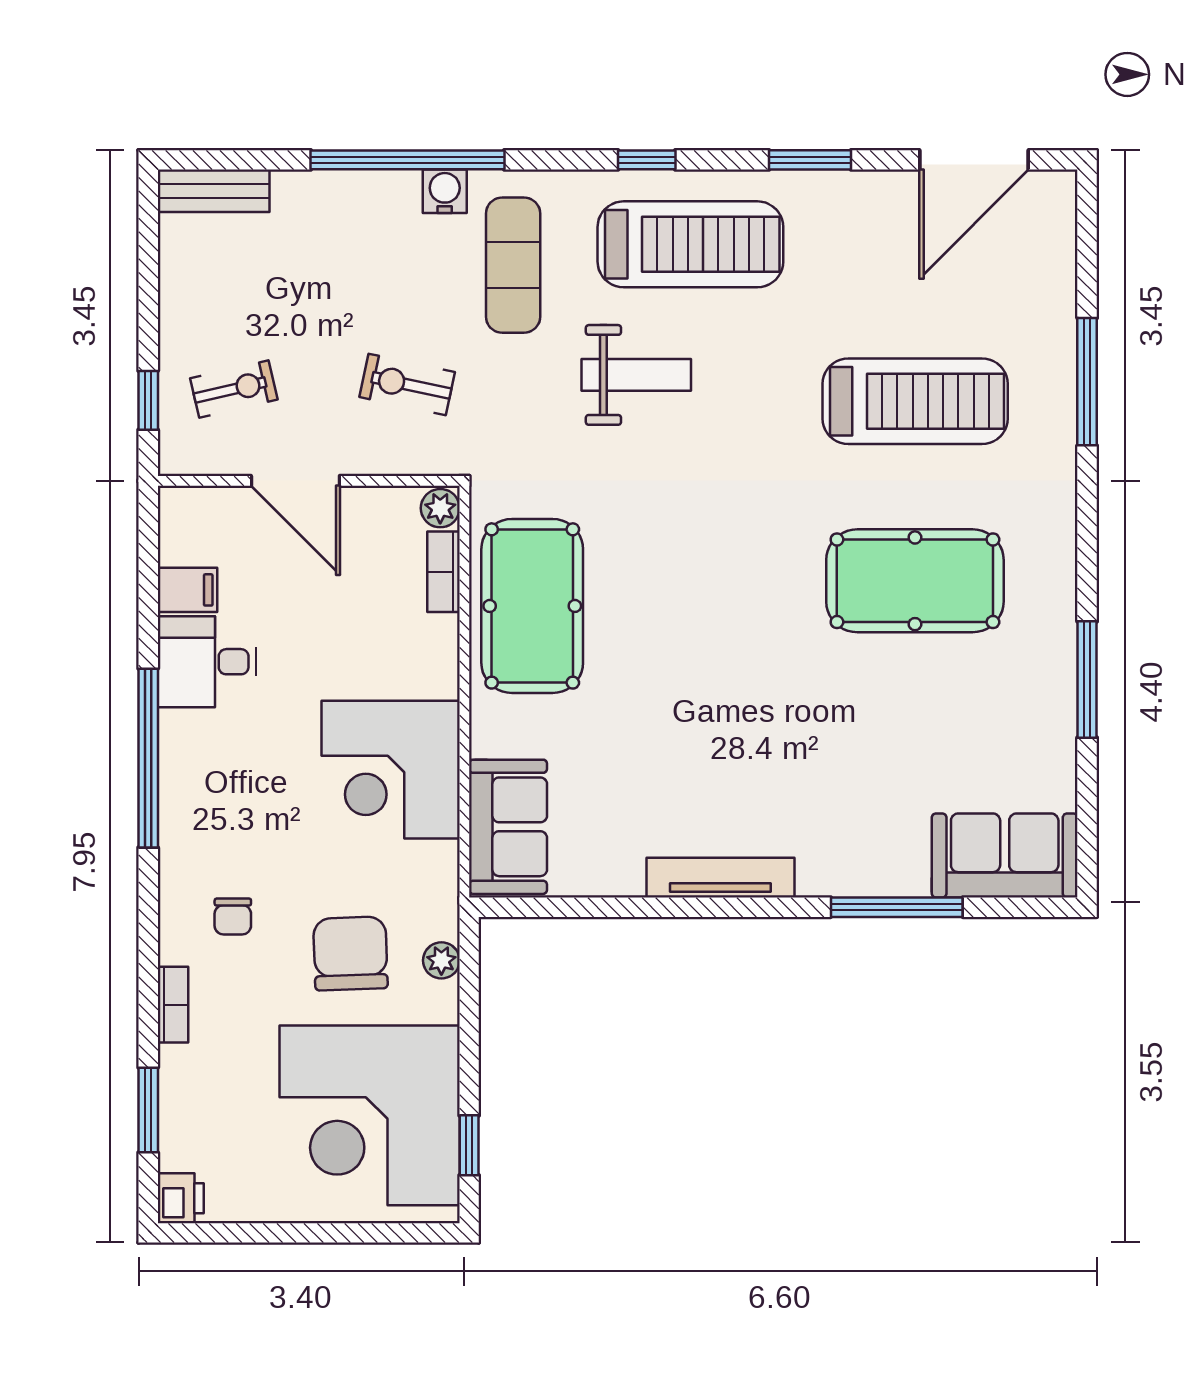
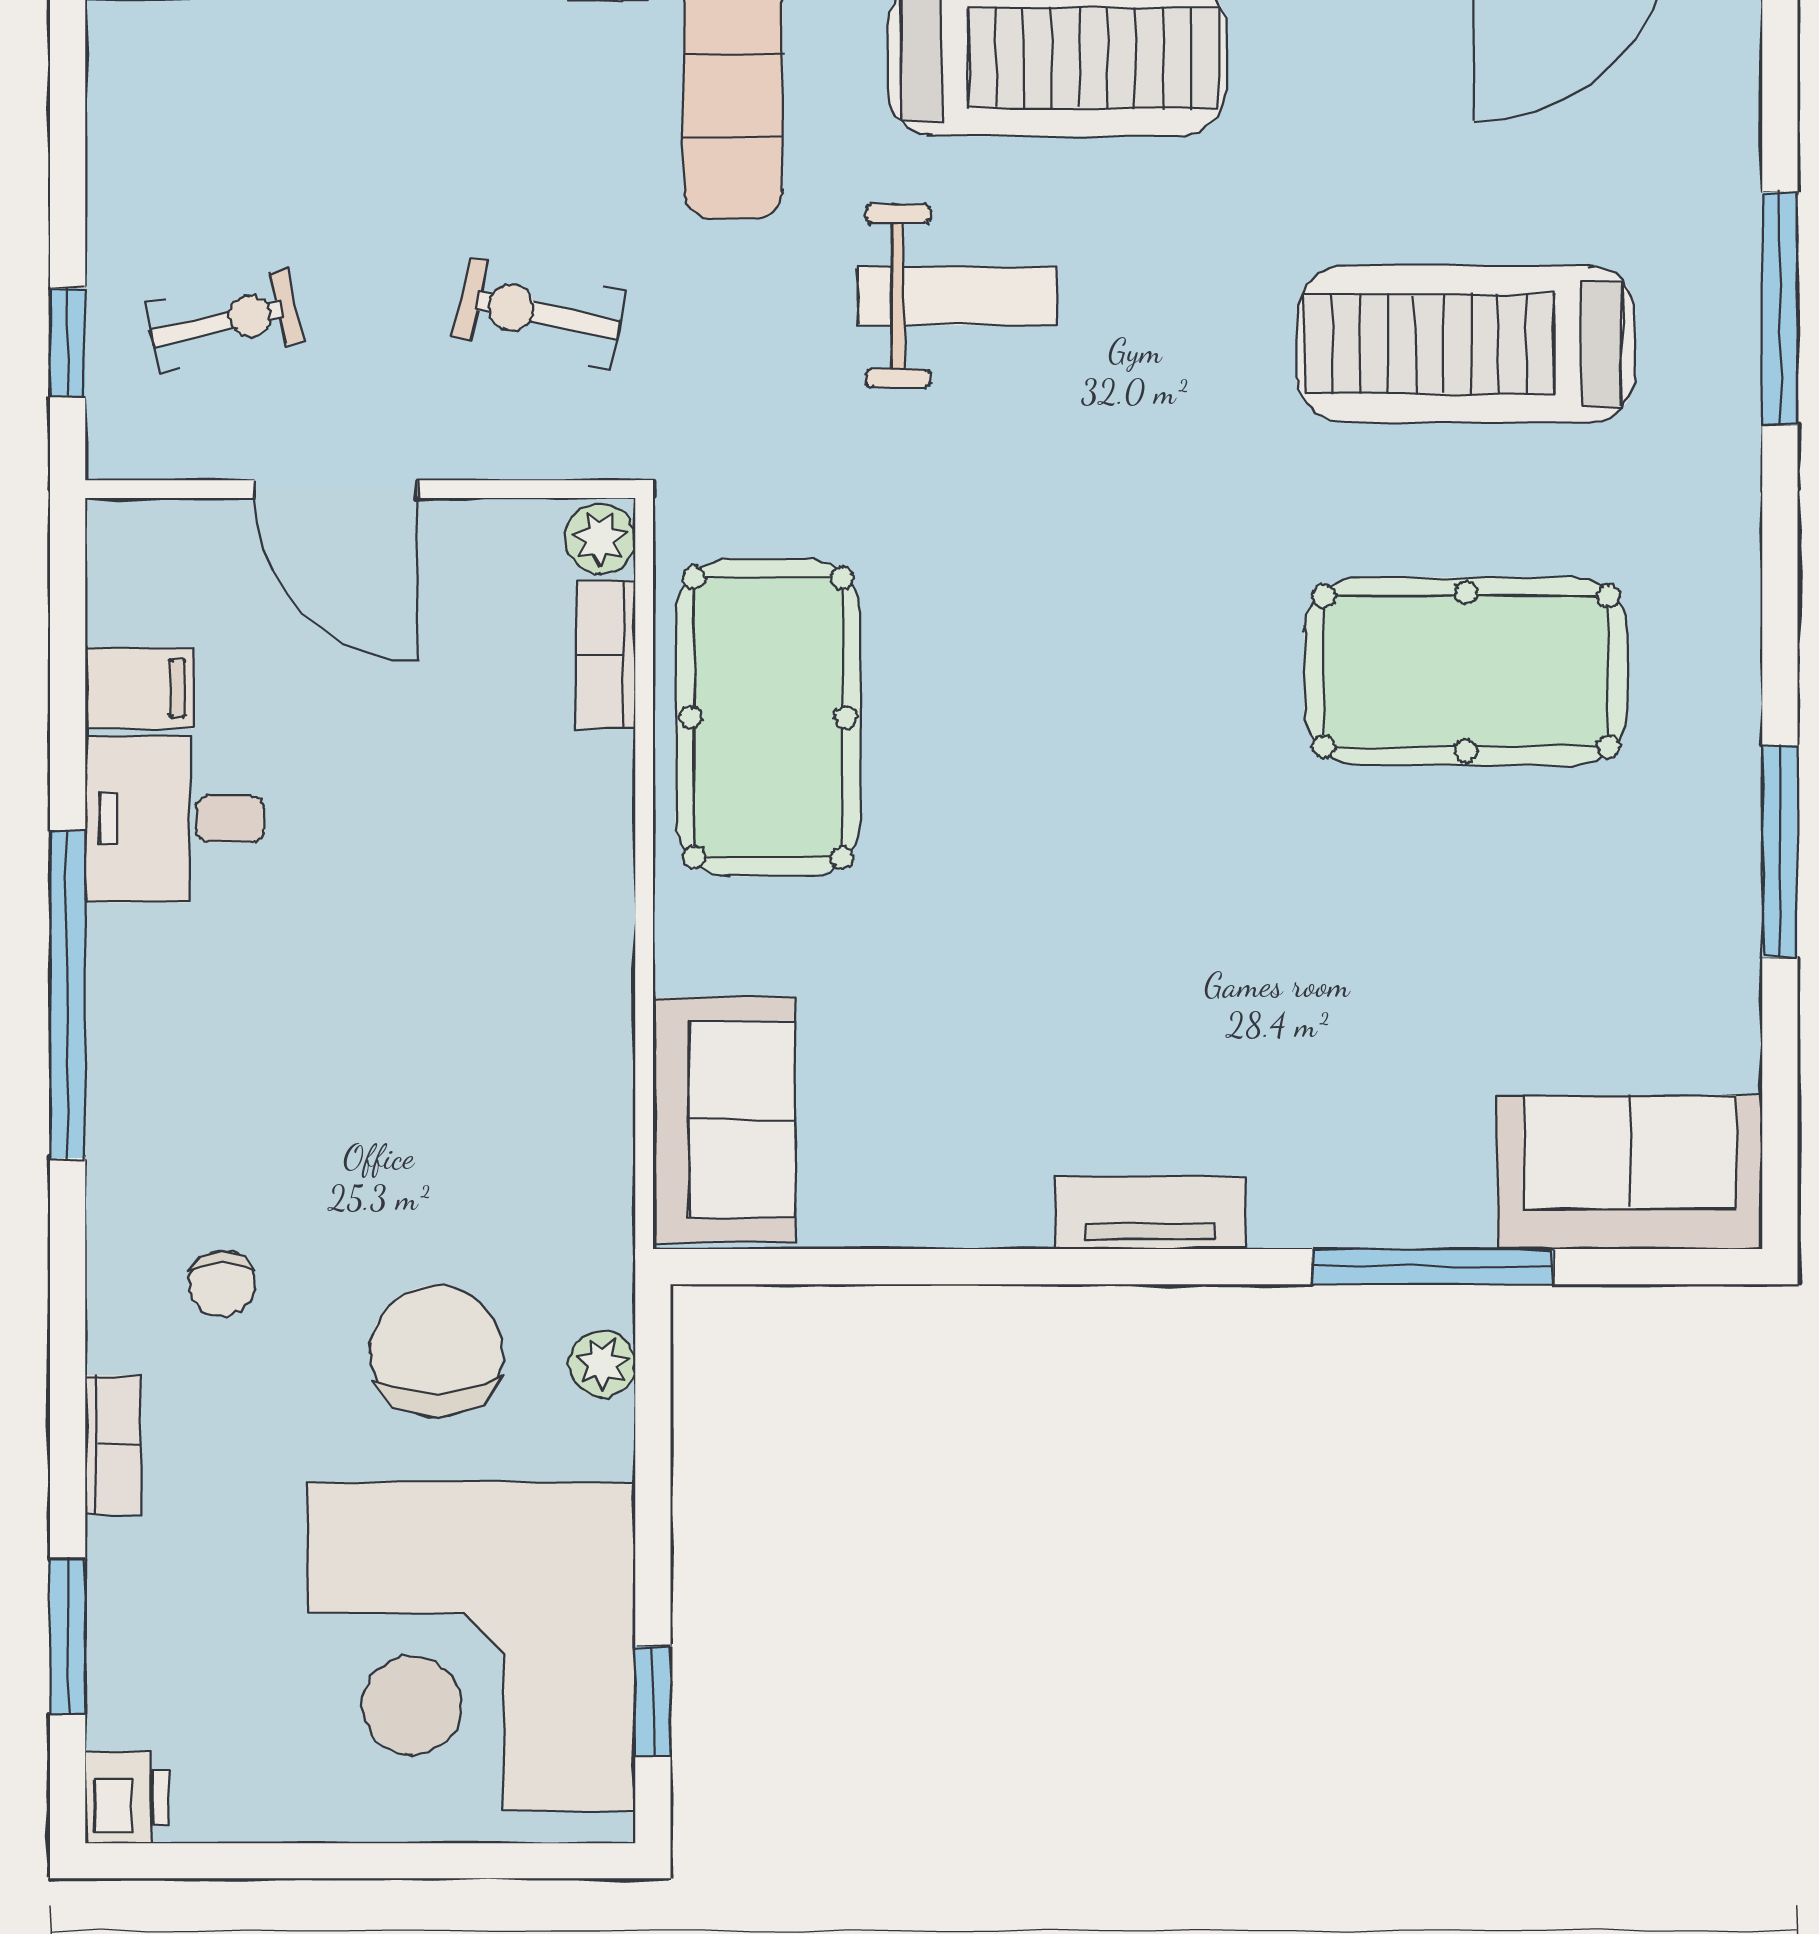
treadmill: (915, 401) -> (1466, 344), turned 180
corner desk: (391, 770) -> (510, 1016), removed
tv unit: (720, 878) -> (1150, 1213), width x0.71

